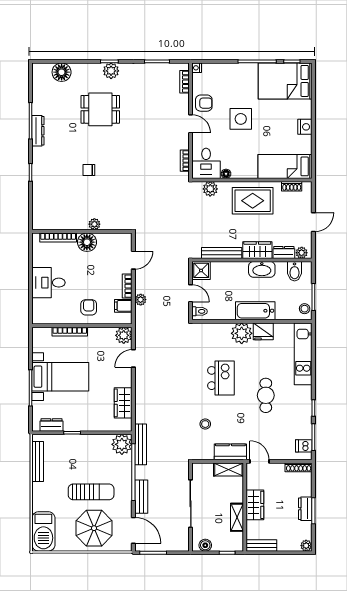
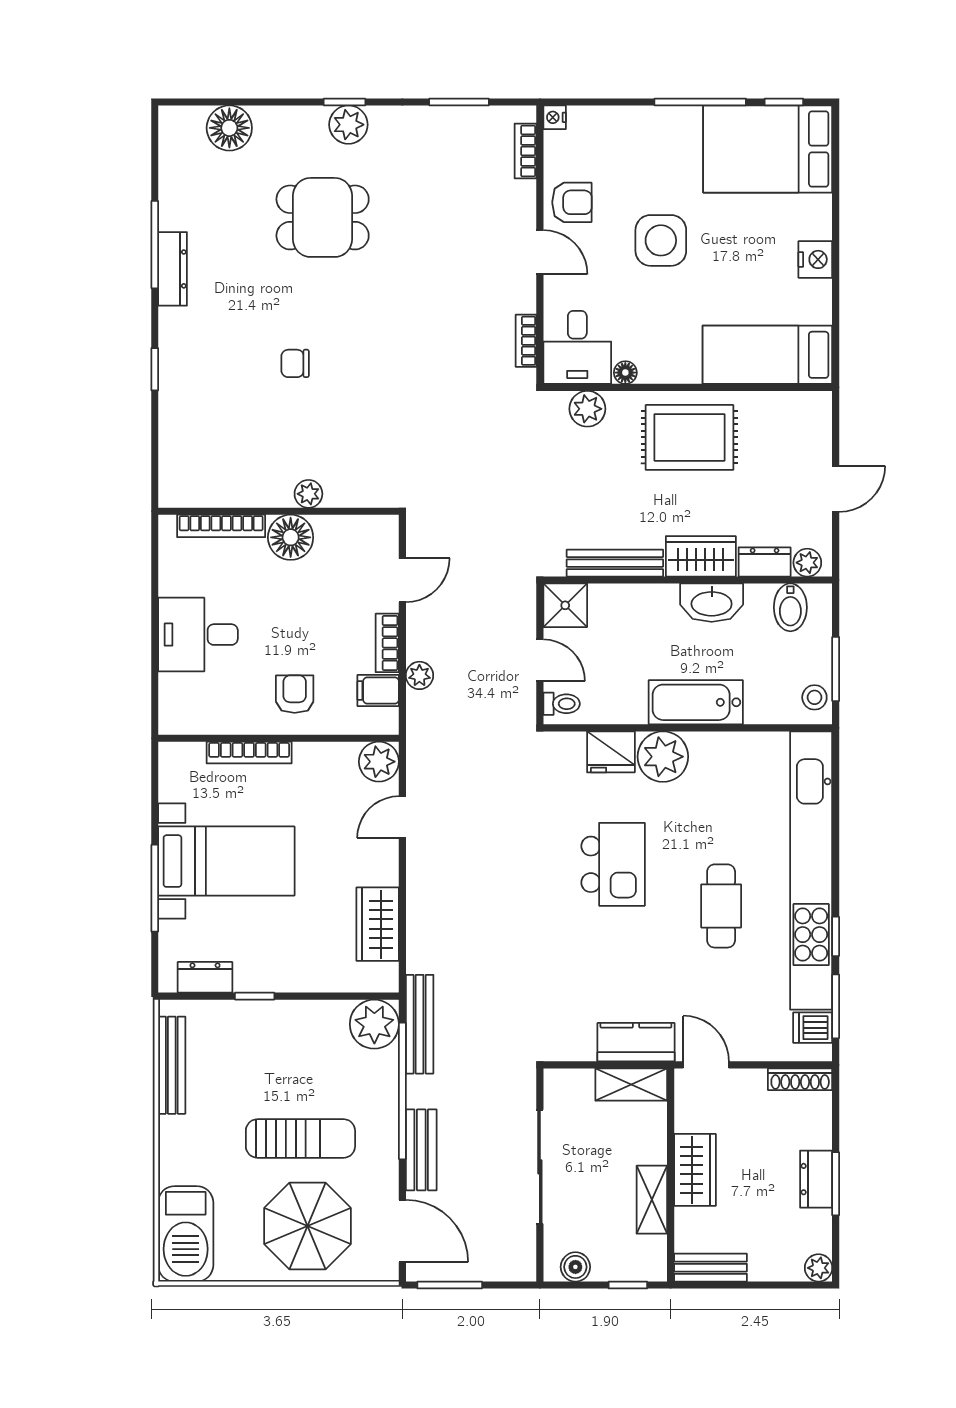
shoe rack: (292, 186) -> (783, 402), removed
fridge: (263, 331) -> (611, 752), moved
kitchen unit: (303, 354) -> (811, 871), width x1.86
stool: (205, 424) -> (575, 975), removed

